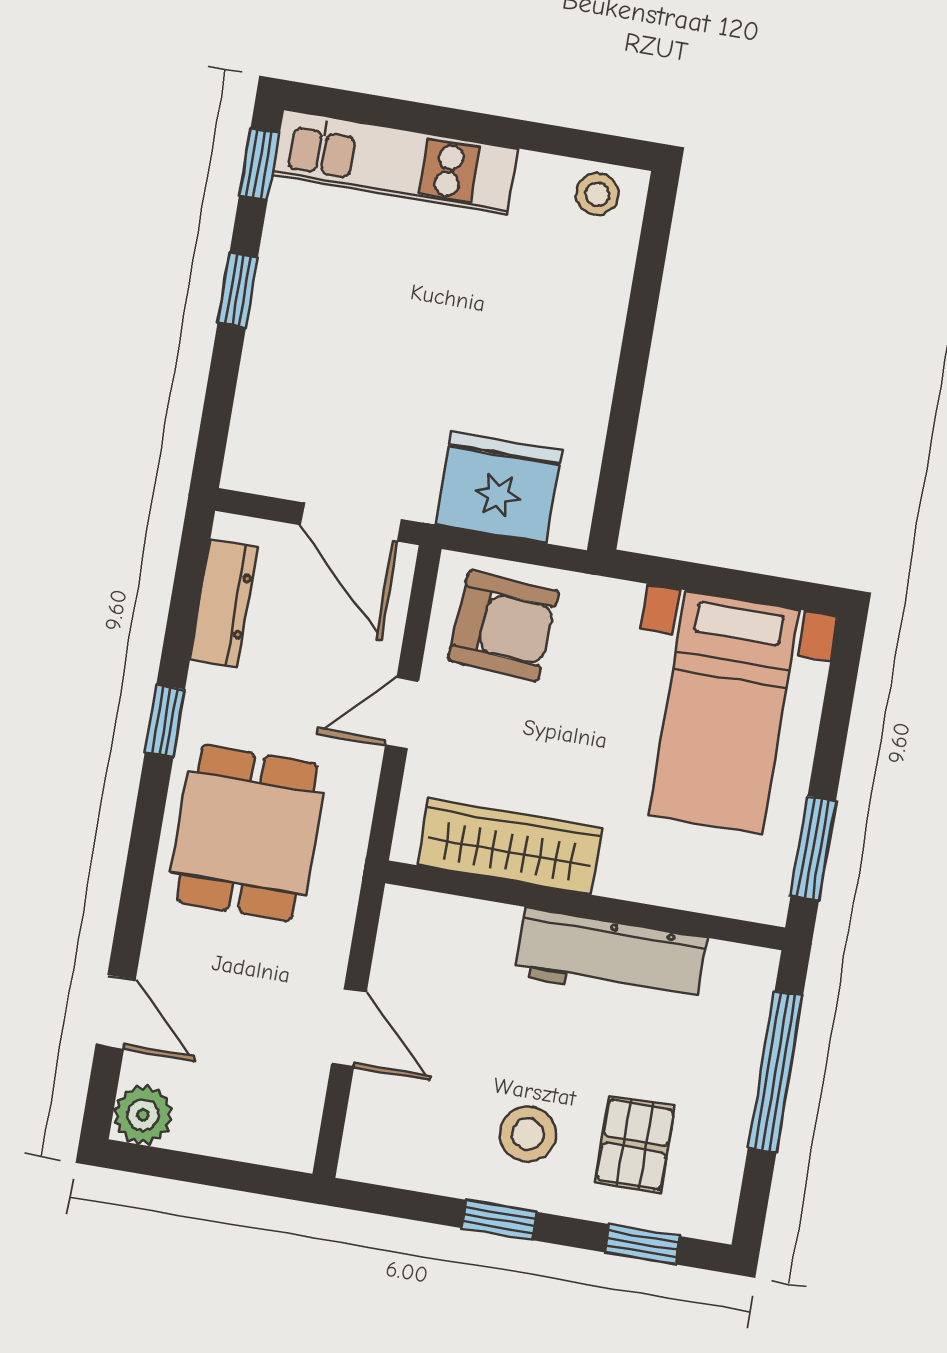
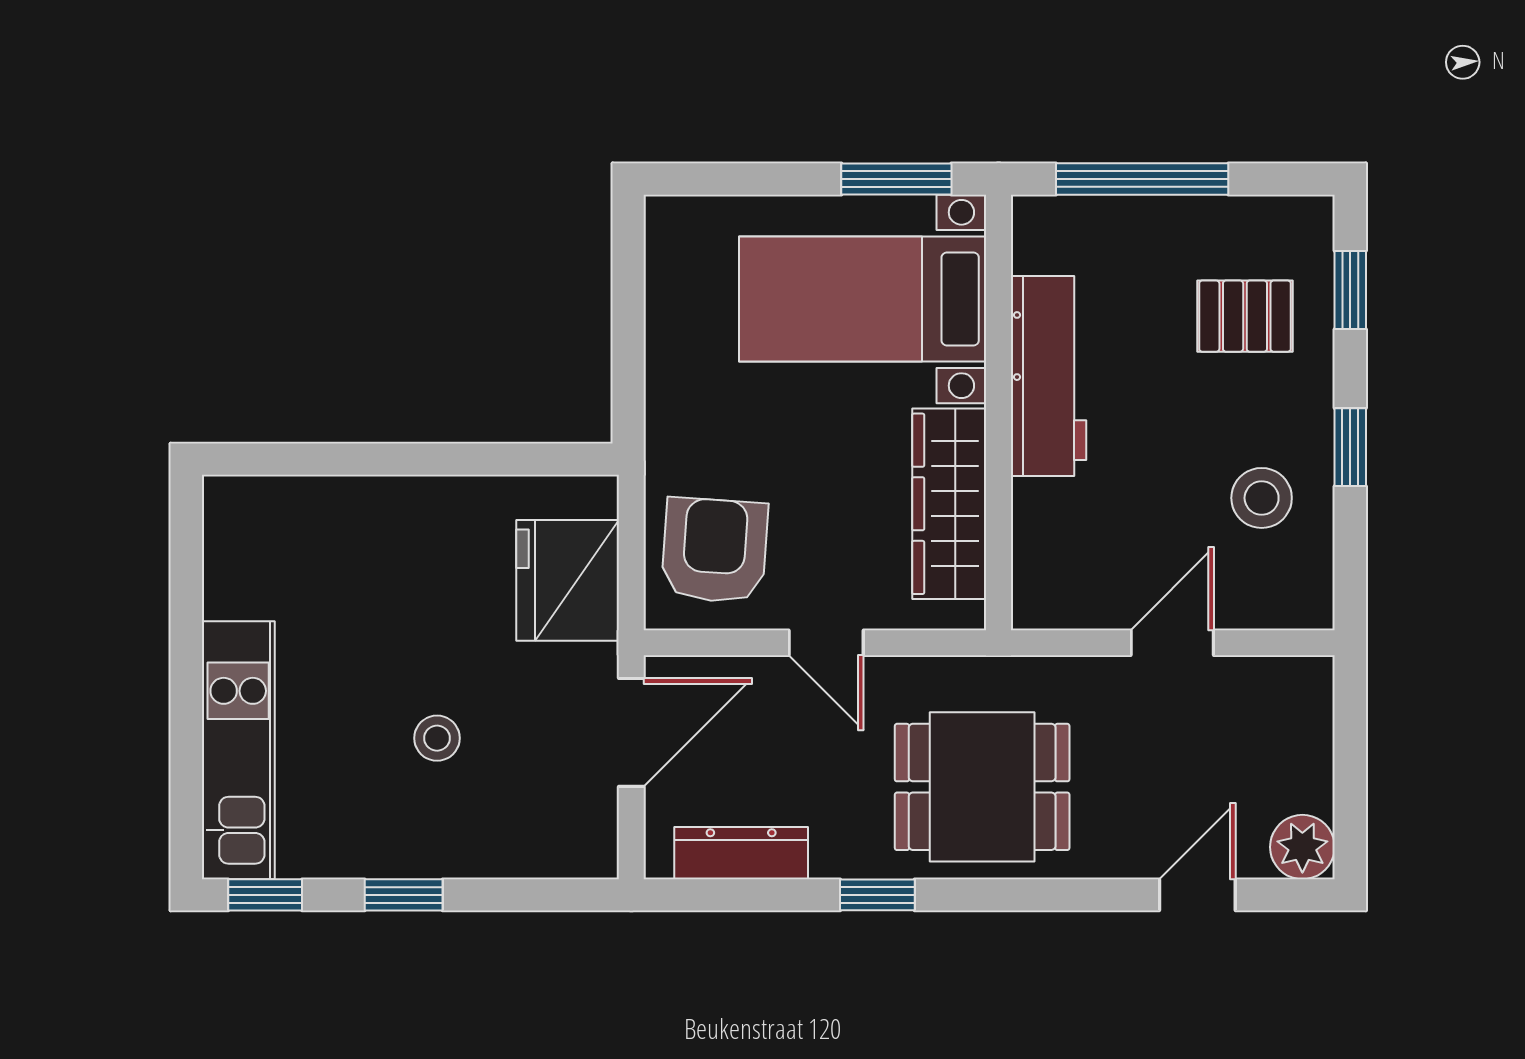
stool: (597, 194) -> (437, 738), moved
bed with nightstands: (724, 712) -> (863, 299), moved, turned 180
stool: (528, 1134) -> (1262, 498), moved

